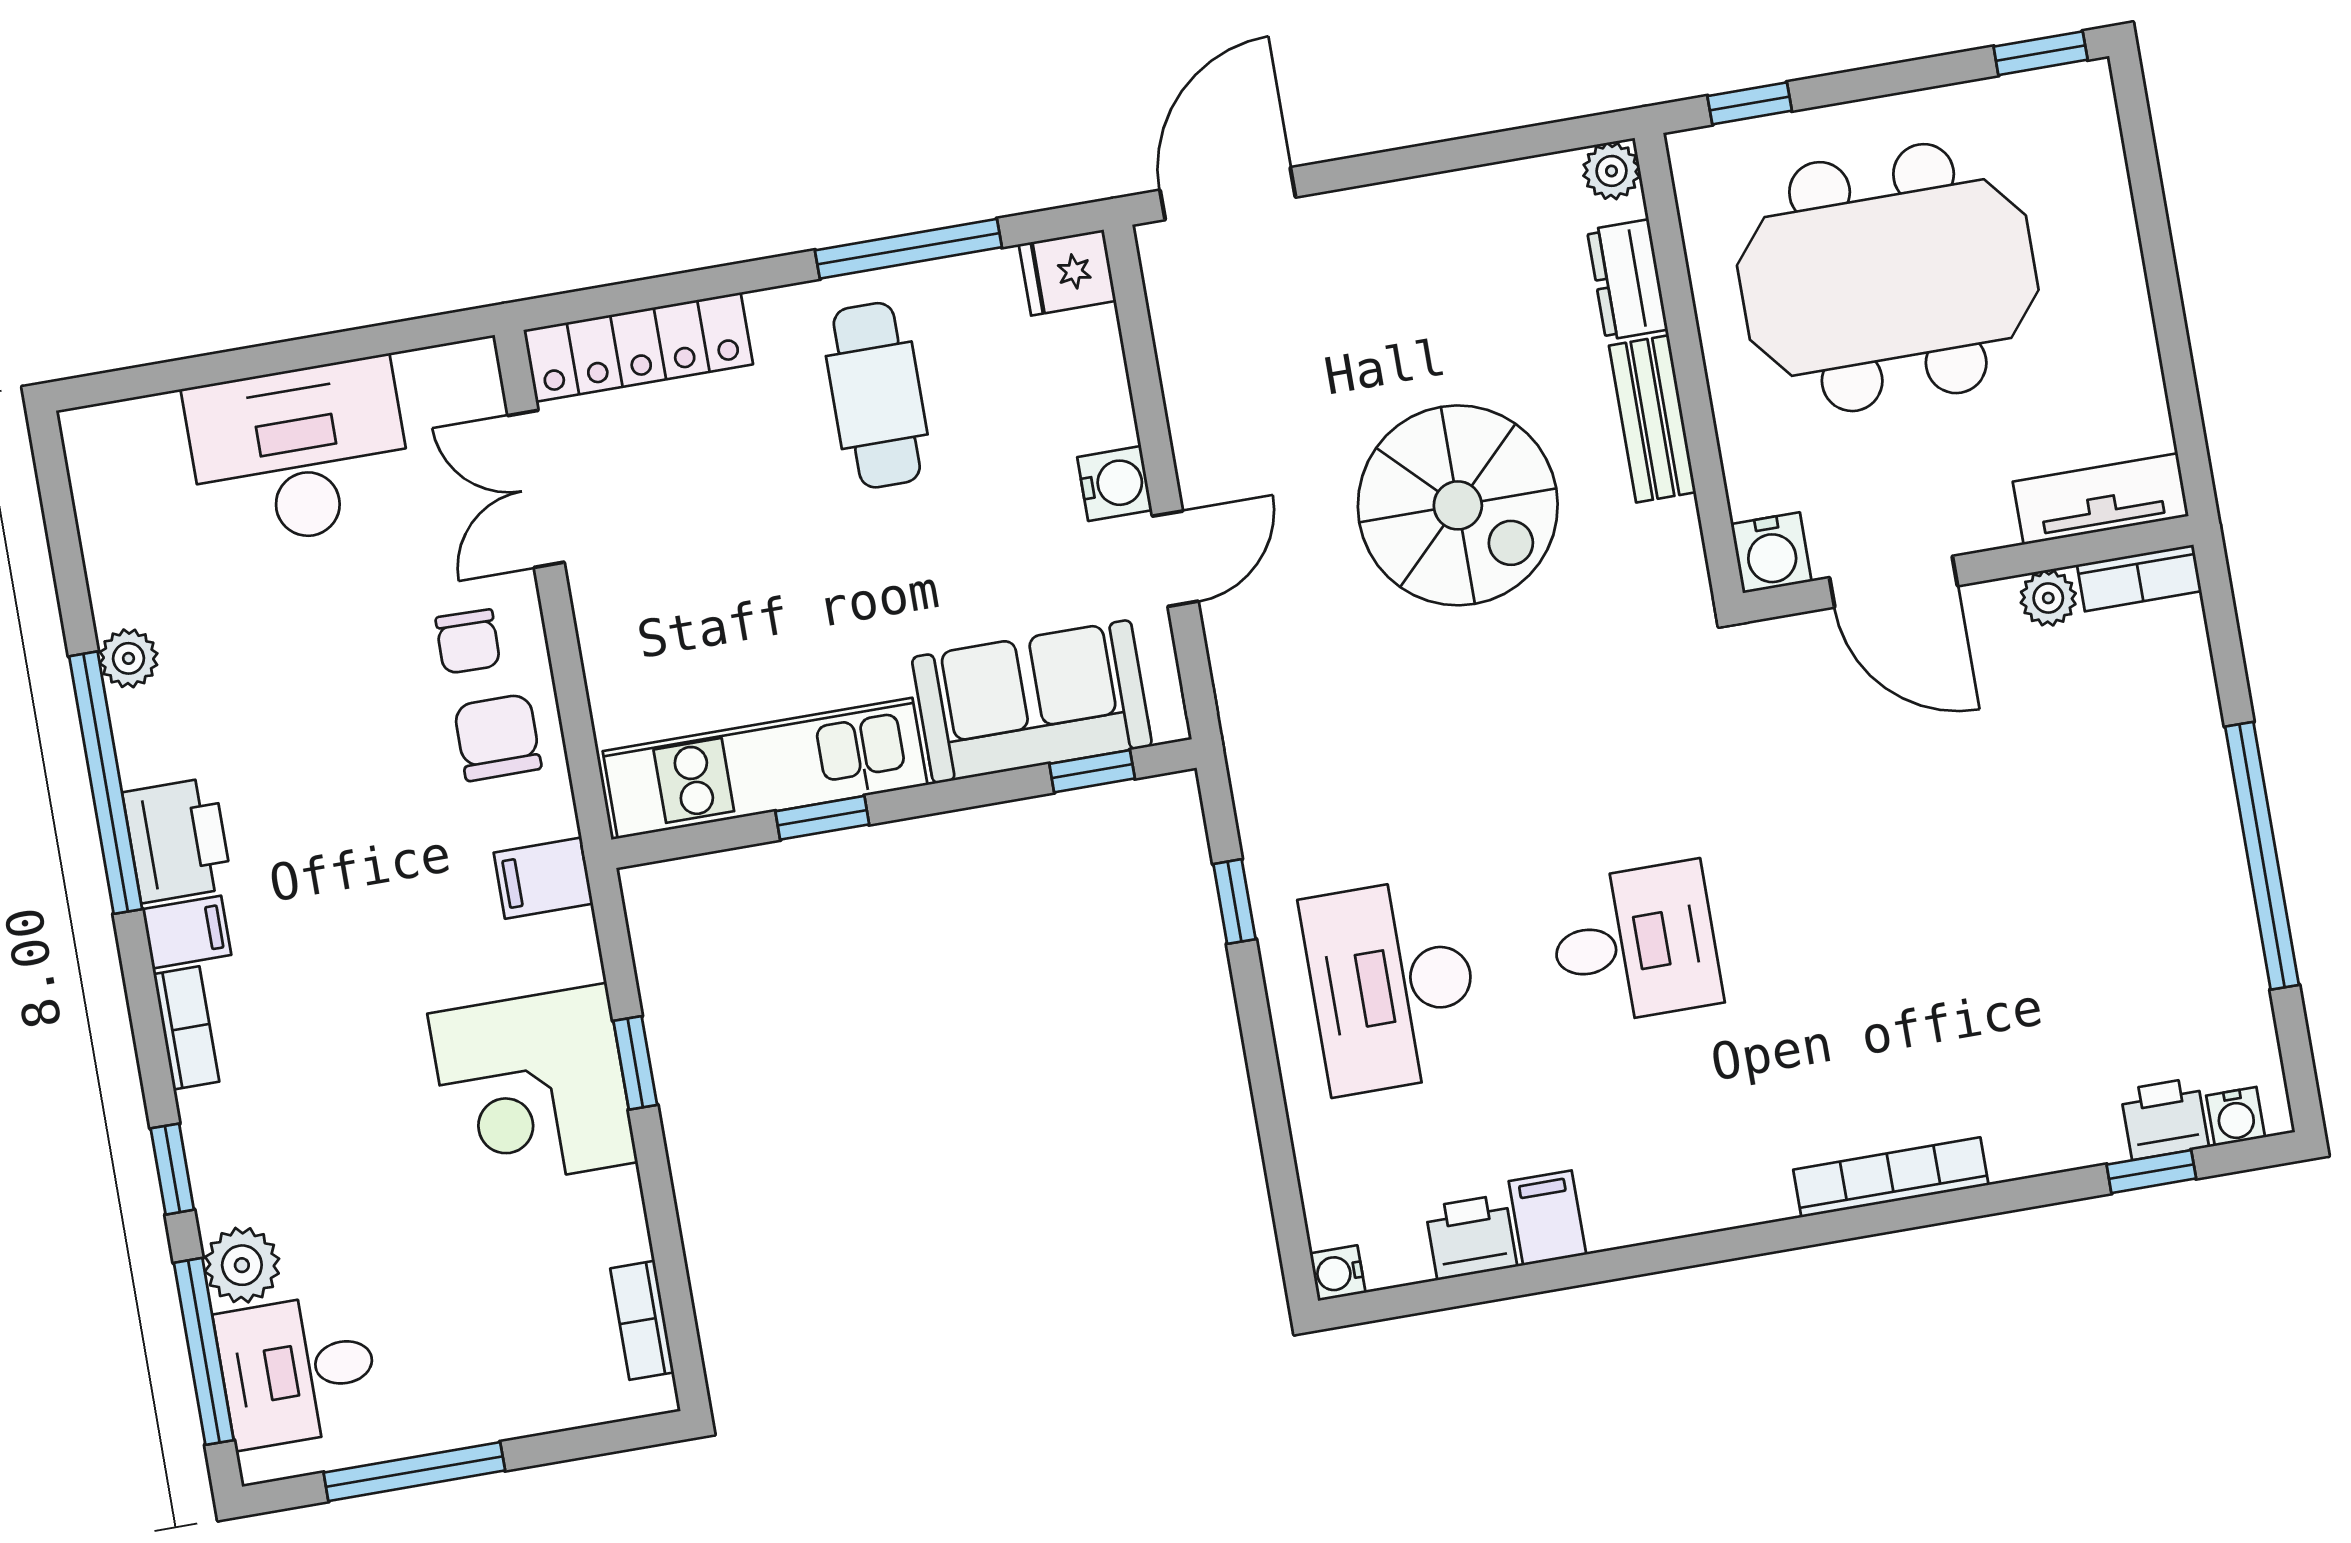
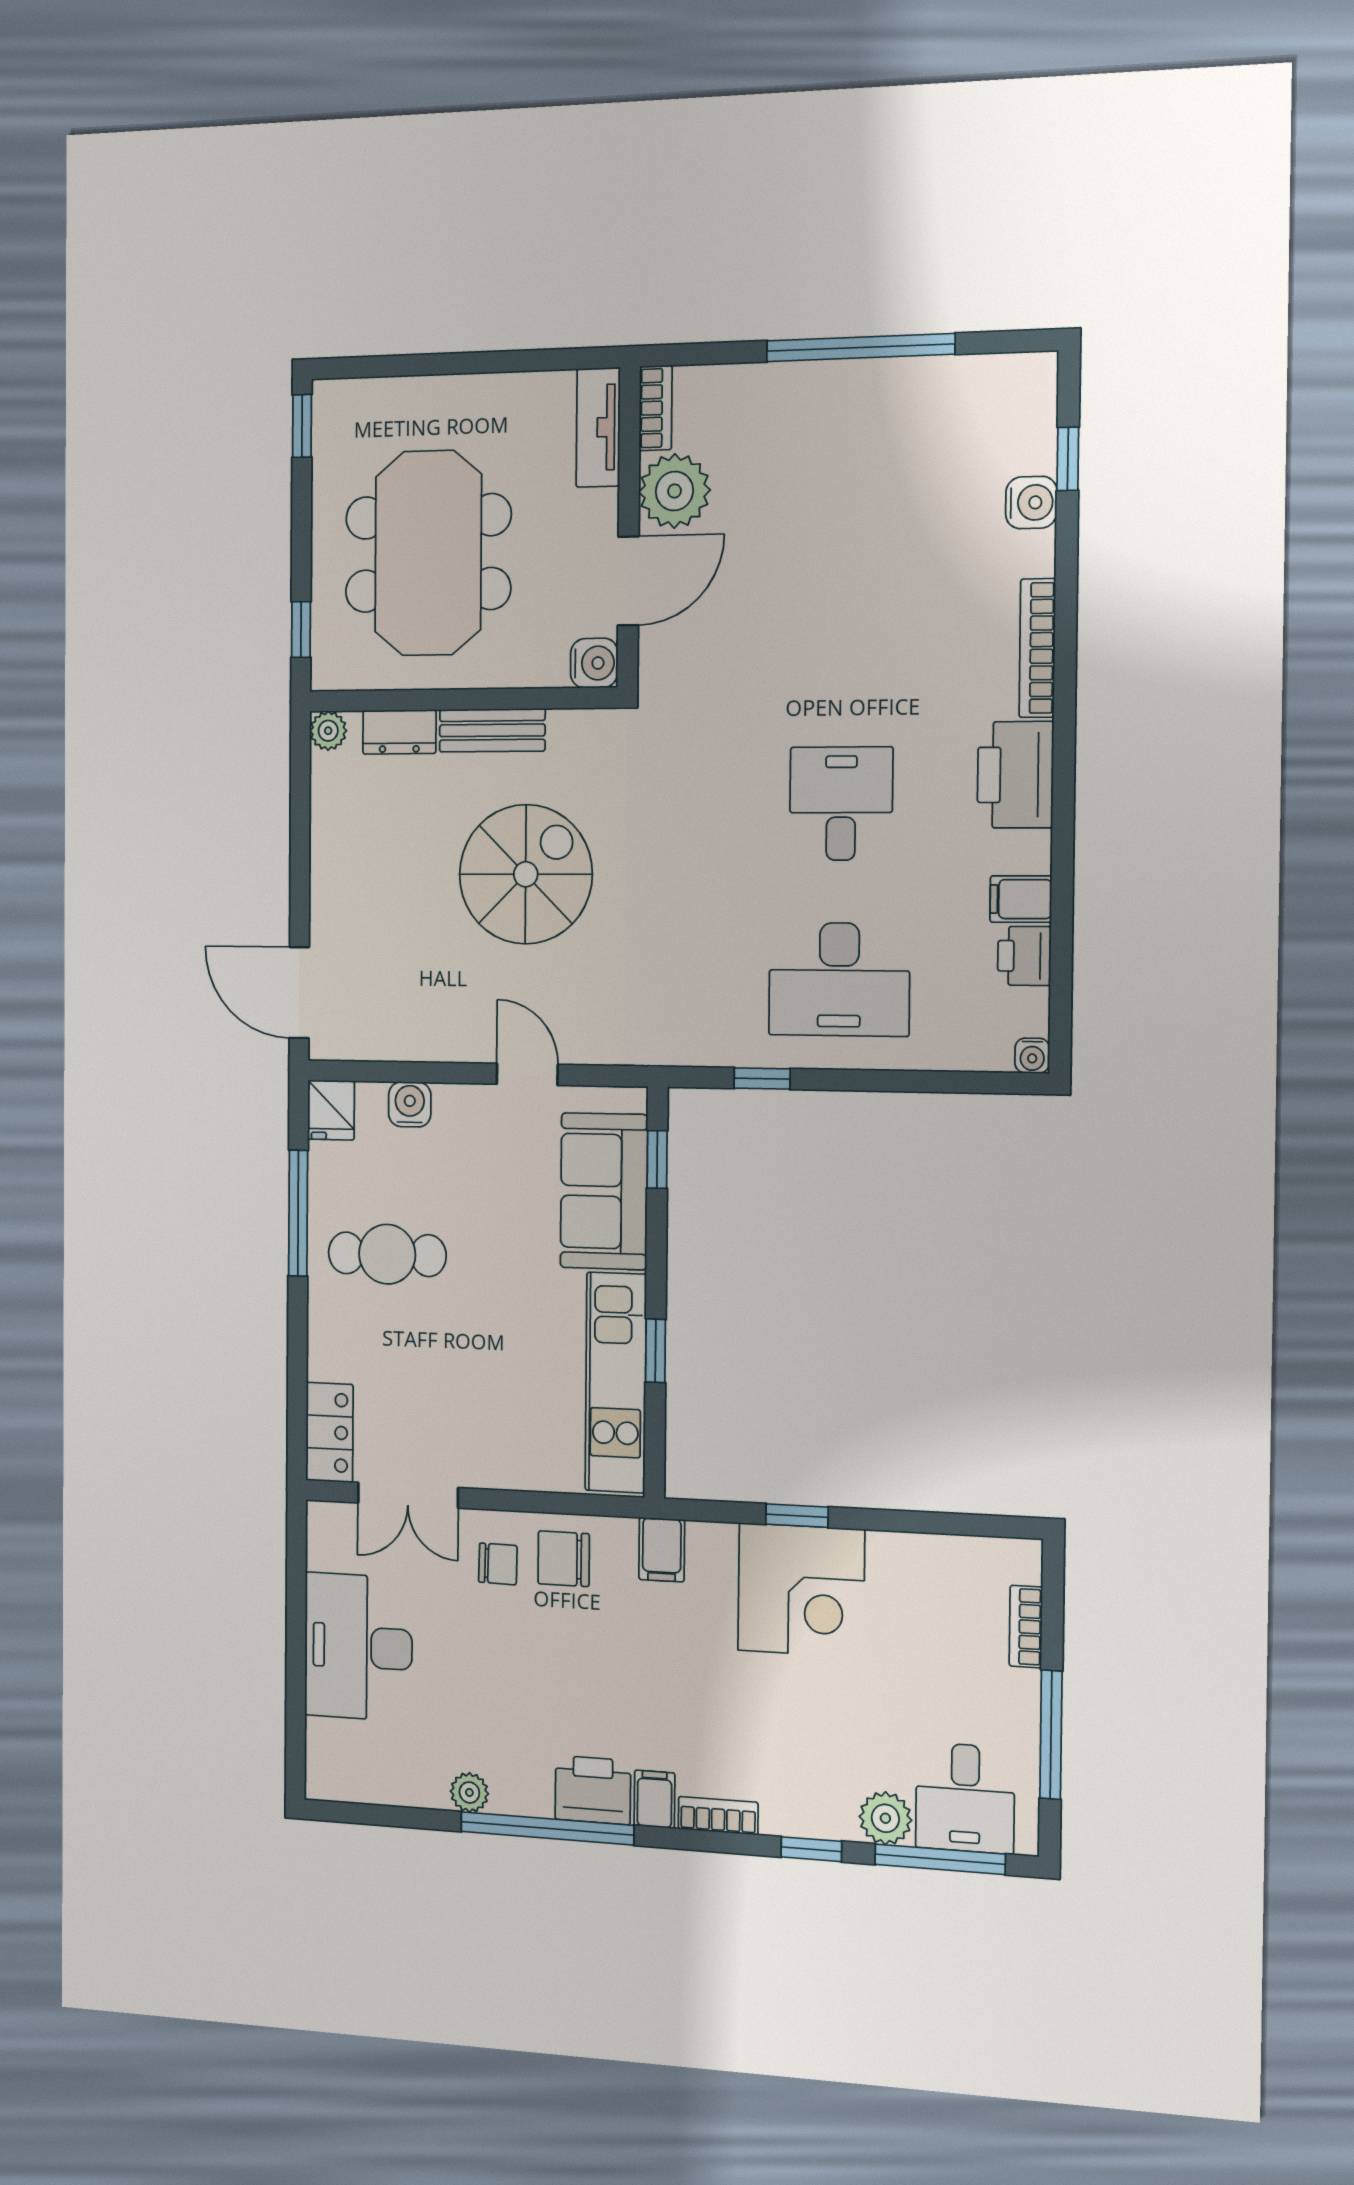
locker: (638, 347) -> (329, 1432), width x0.66
water cooler: (1115, 484) -> (410, 1104), moved
plant: (2048, 598) -> (674, 491), width x1.87, depth x1.87
water cooler: (2236, 1116) -> (1031, 503), moved, width x1.38, depth x1.38
printer: (2165, 1119) -> (1015, 775), moved, width x1.87, depth x1.48
bookcase: (642, 1320) -> (1026, 1627), moved, turned 90

